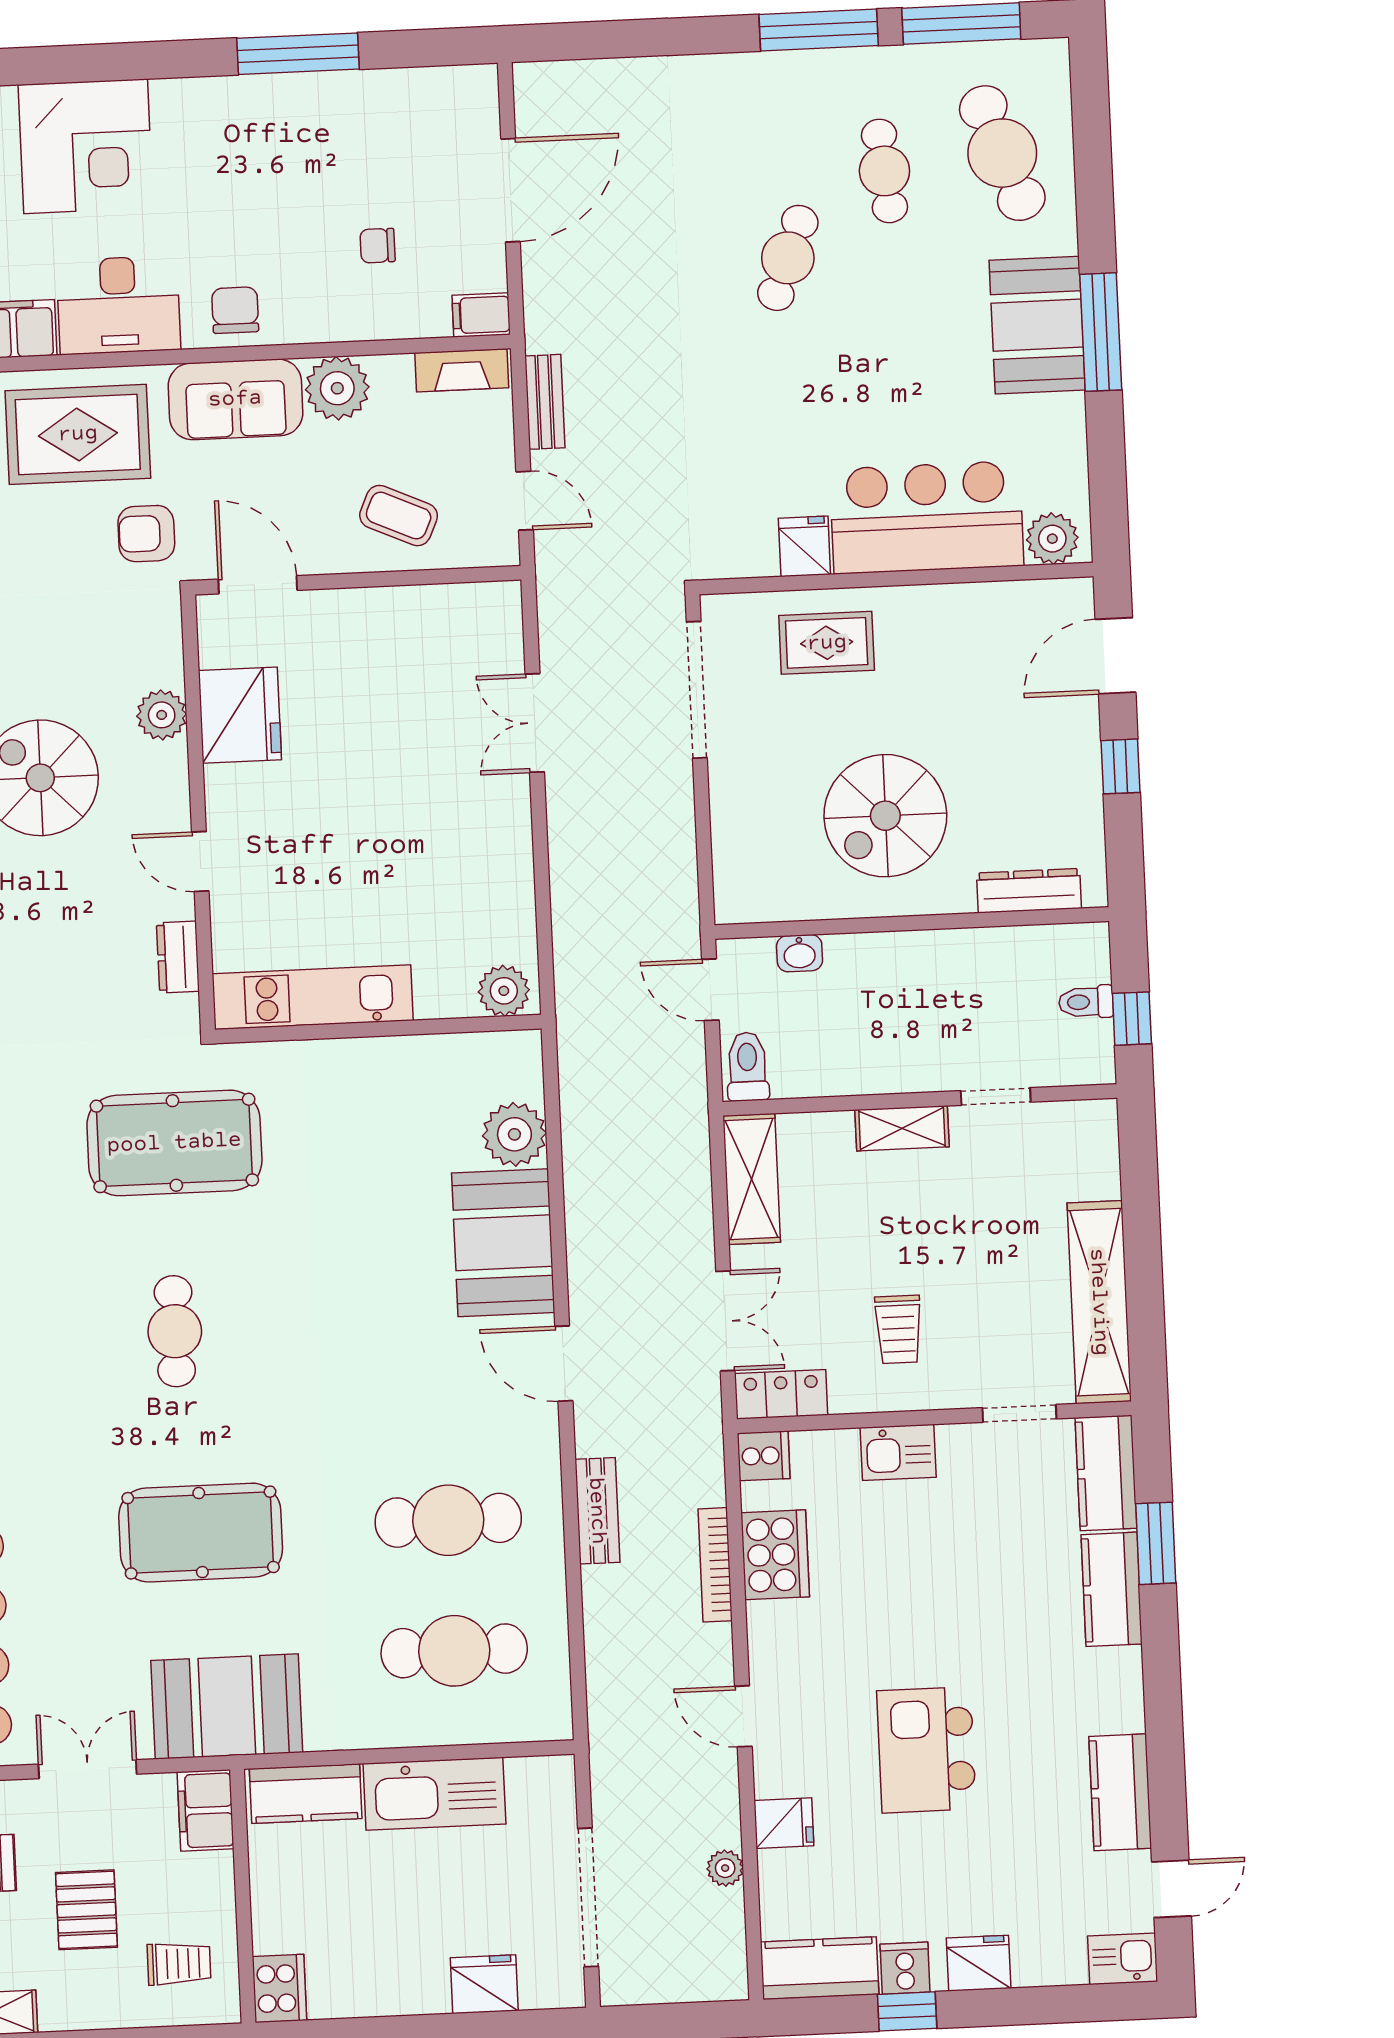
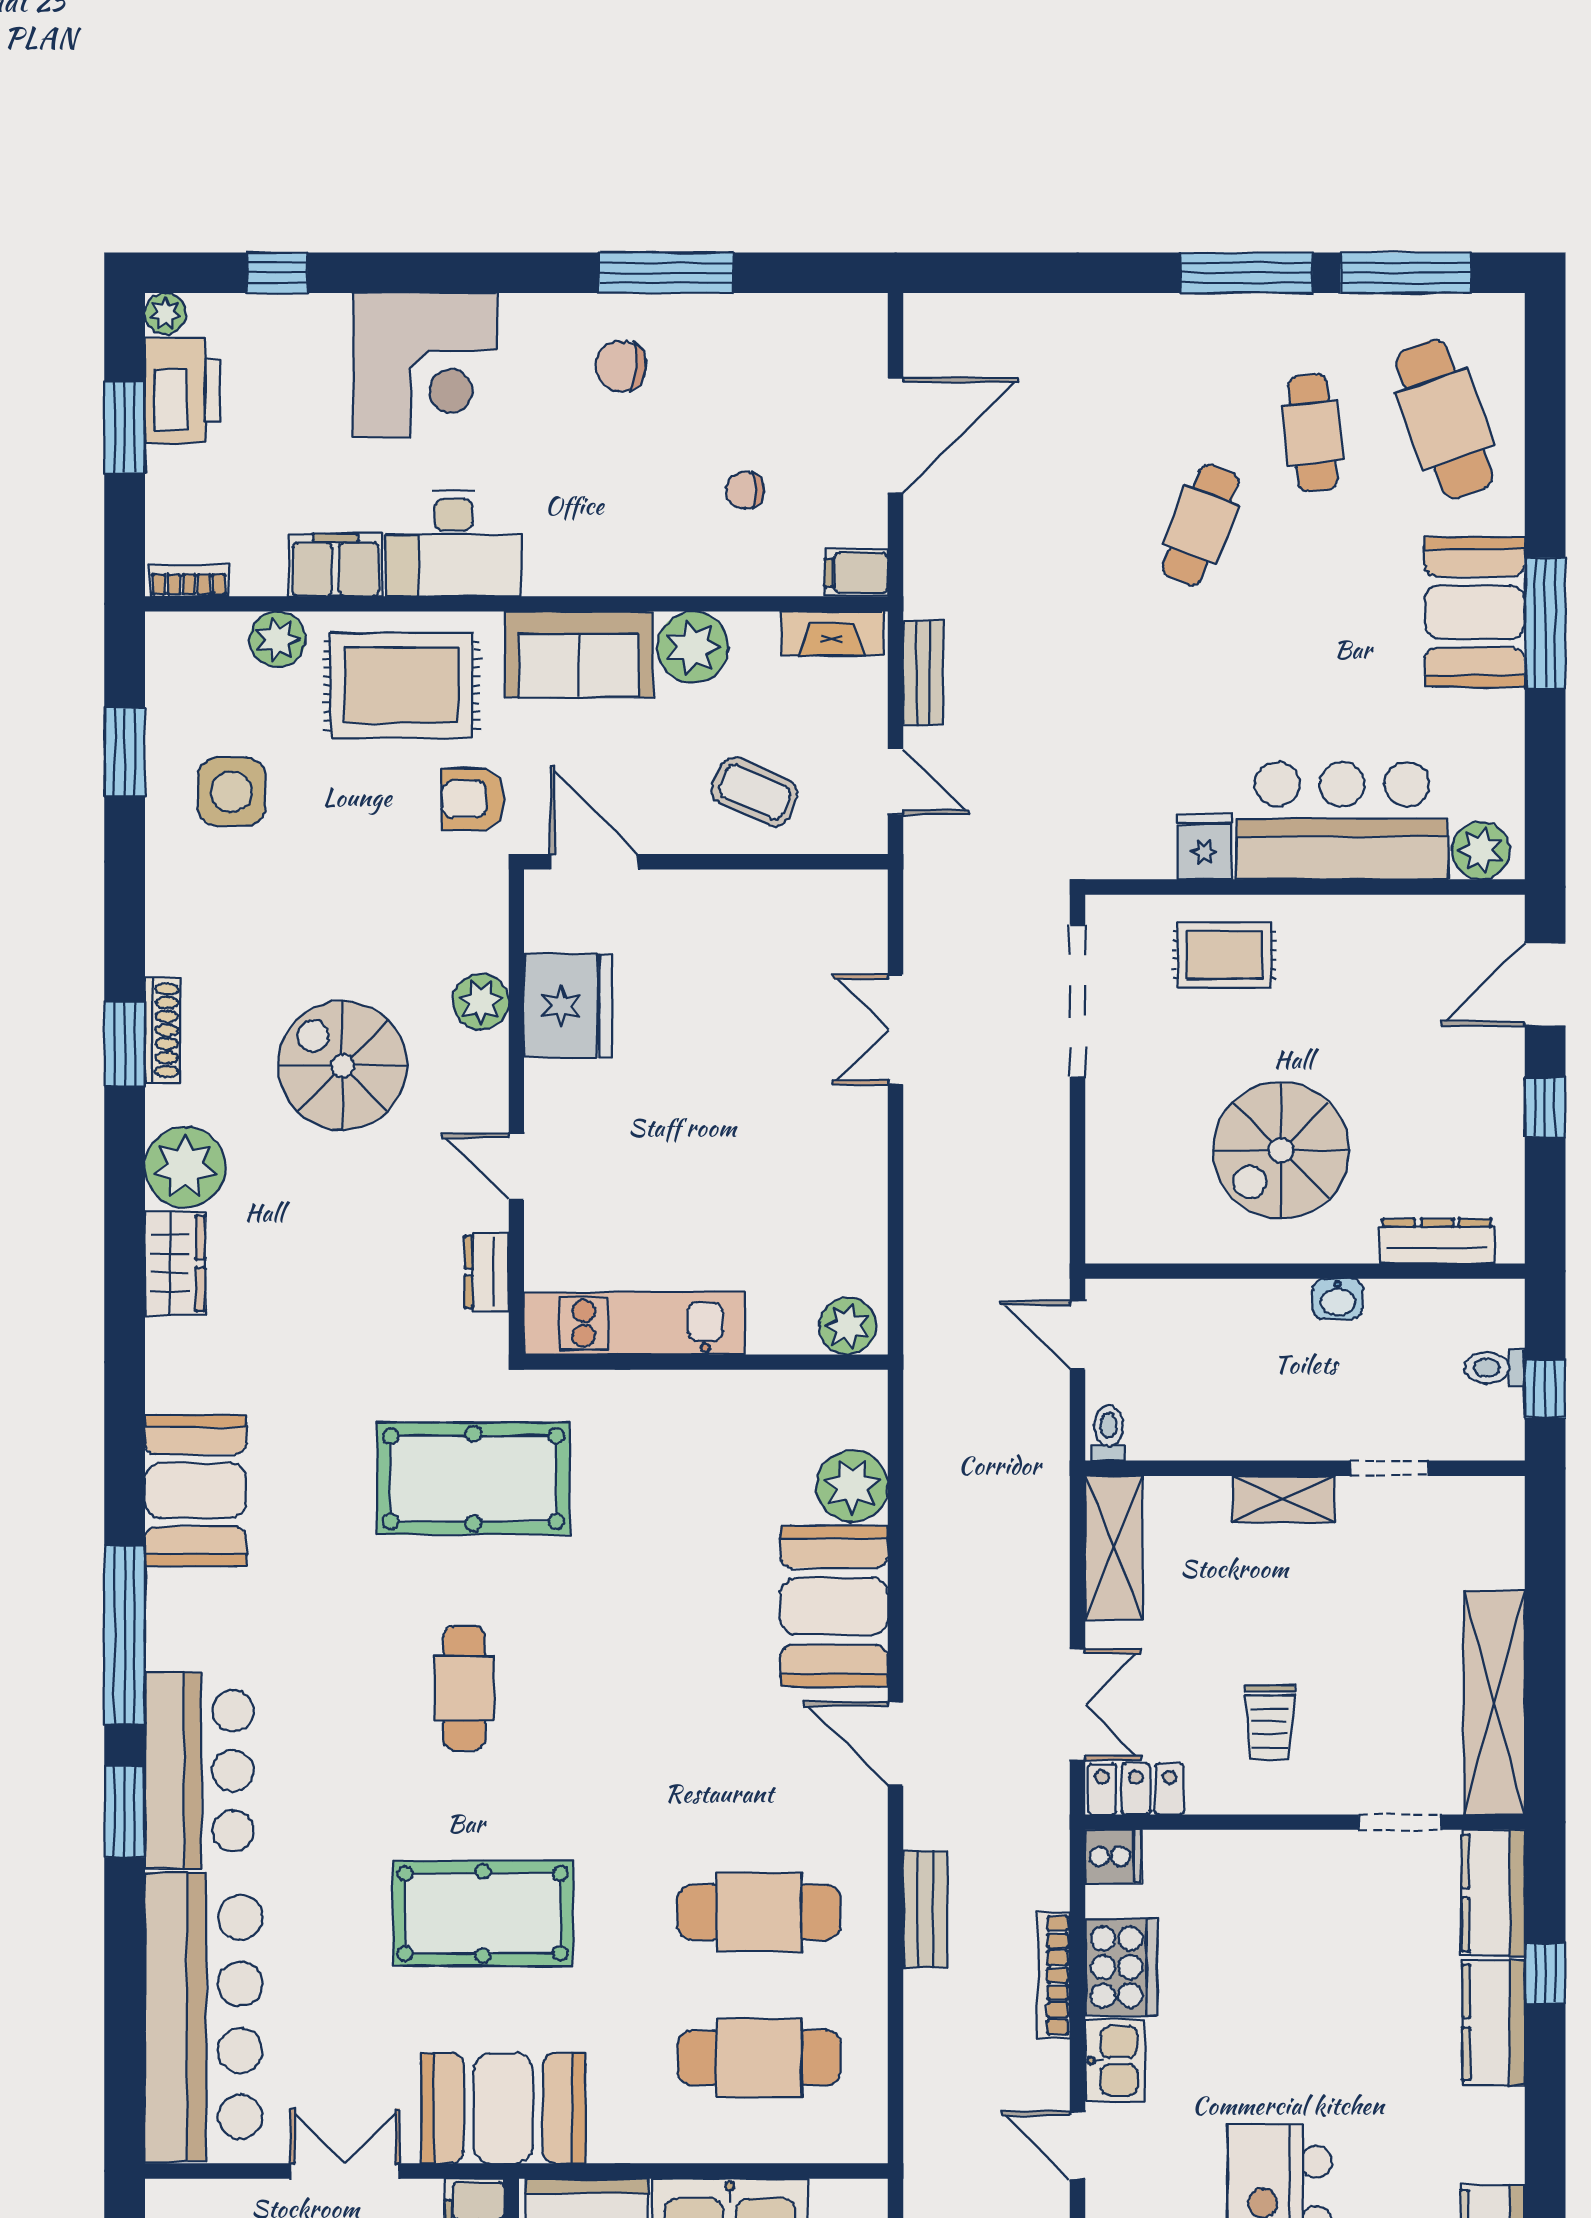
chair: (235, 310) -> (621, 366), moved, turned -85
washbasin: (800, 953) -> (1338, 1299), moved
toilet: (747, 1067) -> (1109, 1433), width x0.73, depth x0.72
kitchen sink: (898, 1452) -> (1115, 2061), moved, turned -90
window: (1156, 1543) -> (1545, 1974), width x0.67

